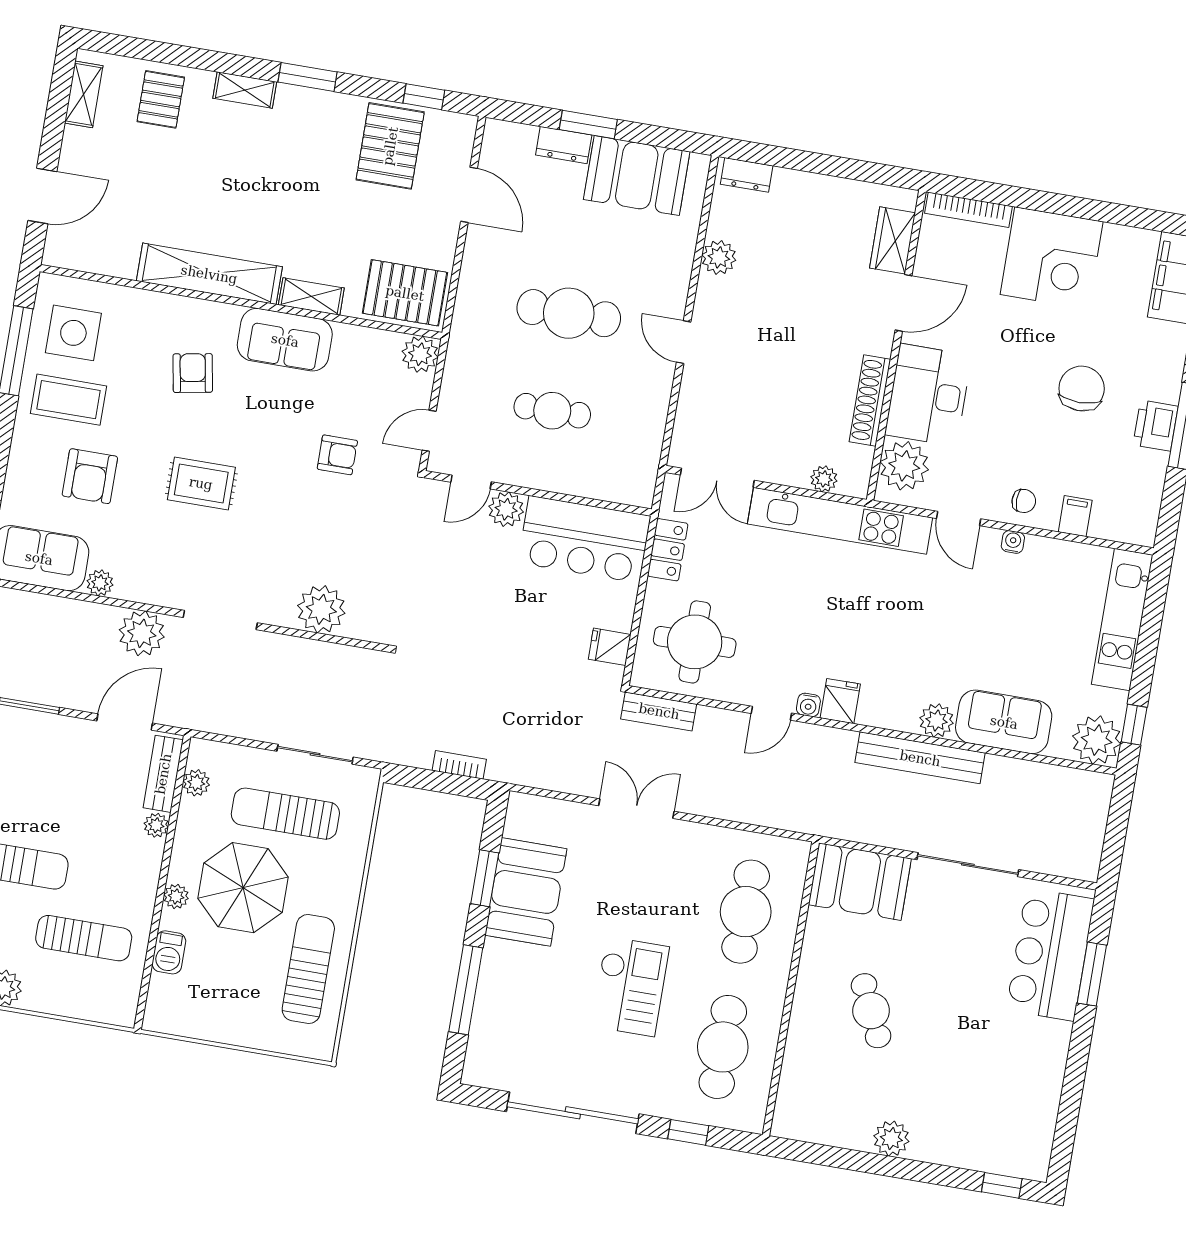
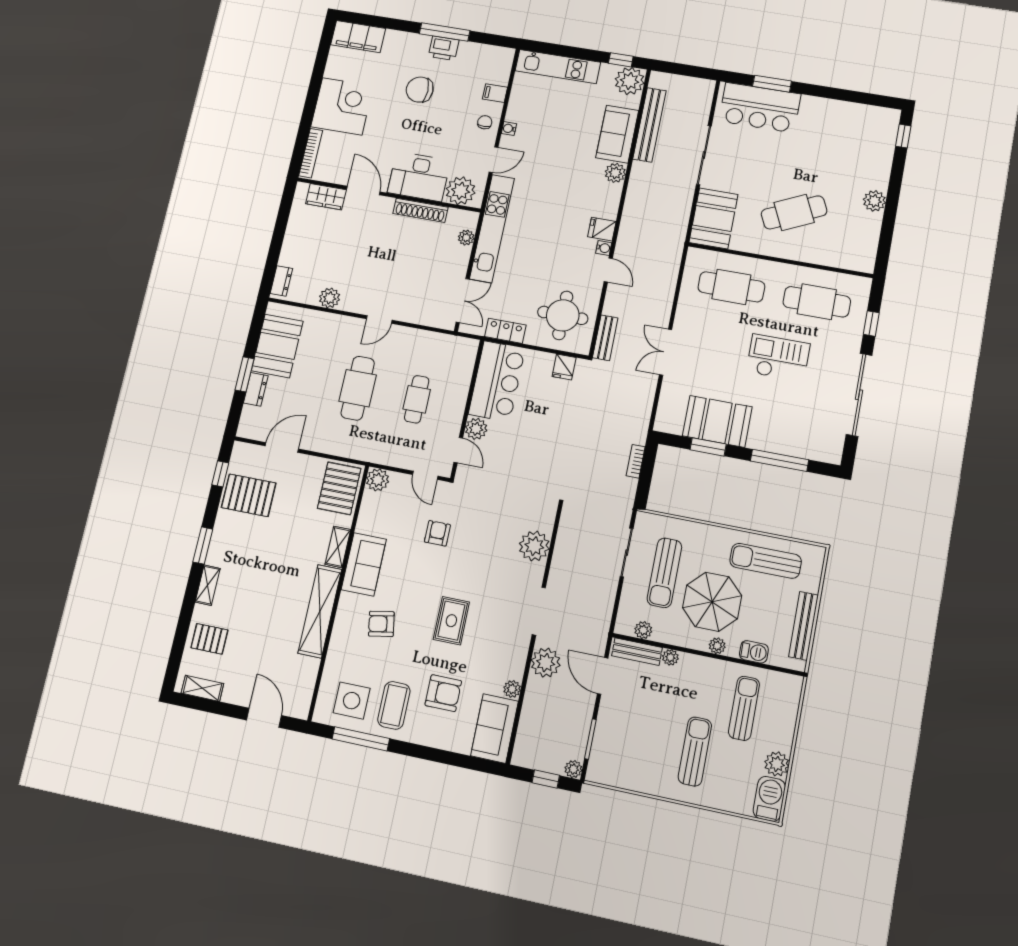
bench: (920, 758) -> (649, 125), moved
cafe table: (871, 1011) -> (794, 212), width x1.37, depth x1.35
bench: (211, 1027) -> (804, 626), added

